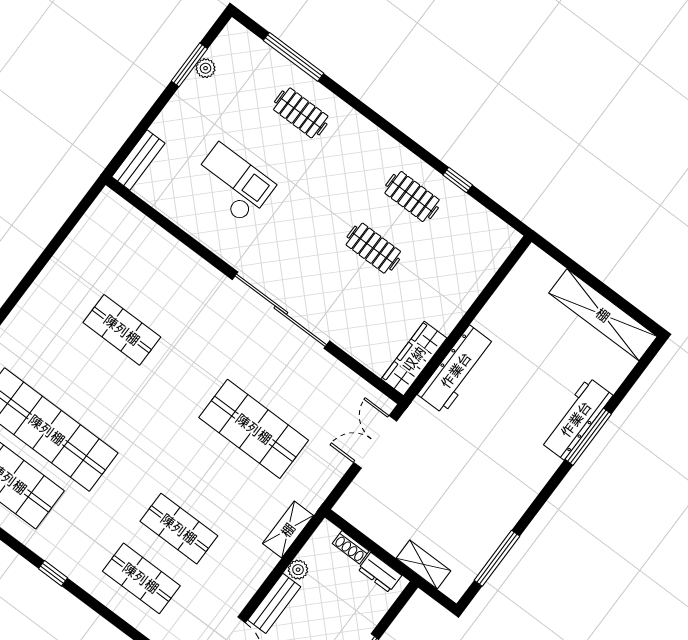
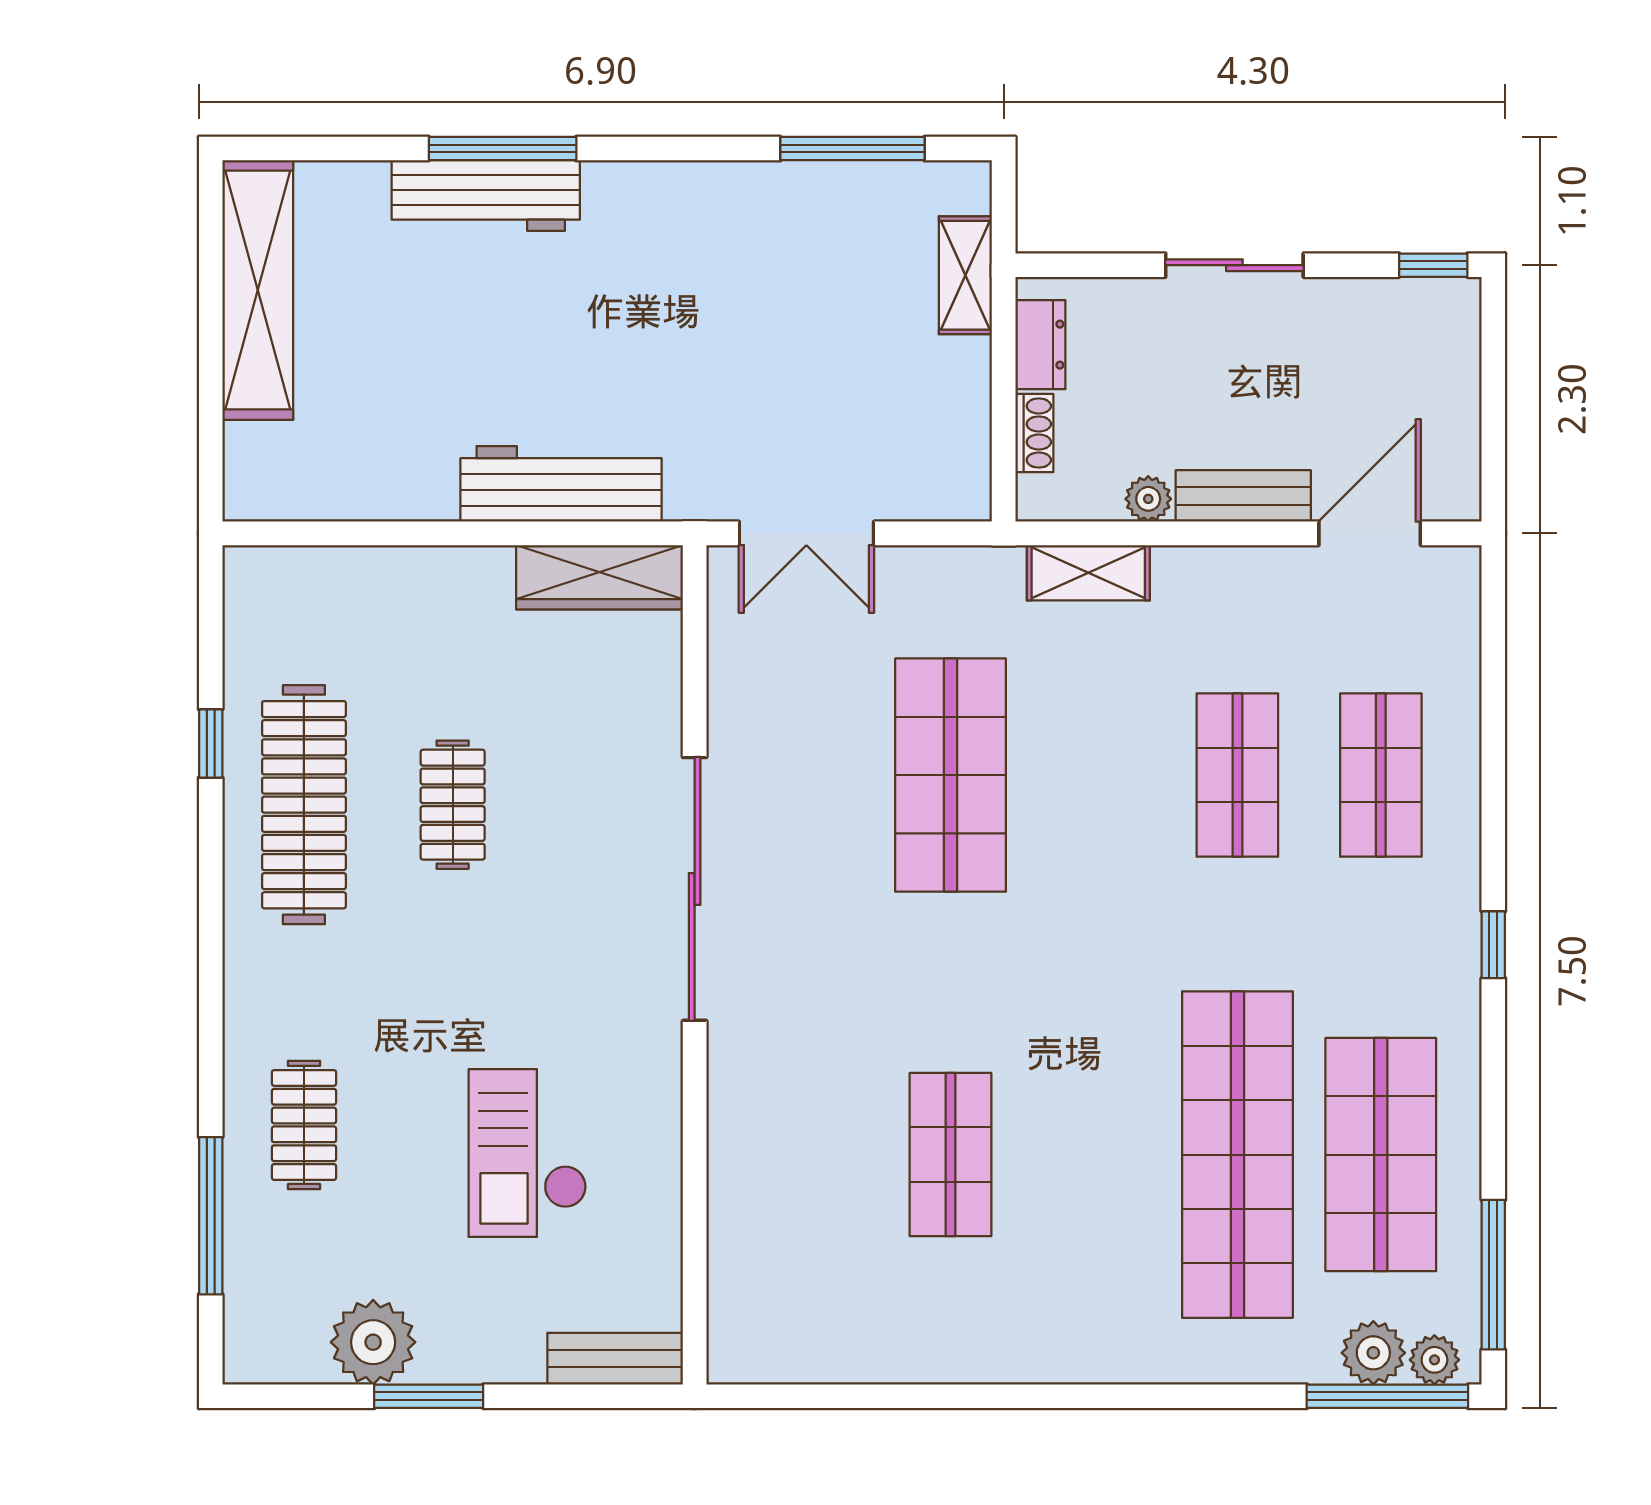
window: (189, 65) -> (429, 1396), moved
plant: (206, 68) -> (373, 1342), width x1.87, depth x1.87
clothes rail: (412, 196) -> (304, 805), width x1.86, depth x1.31

